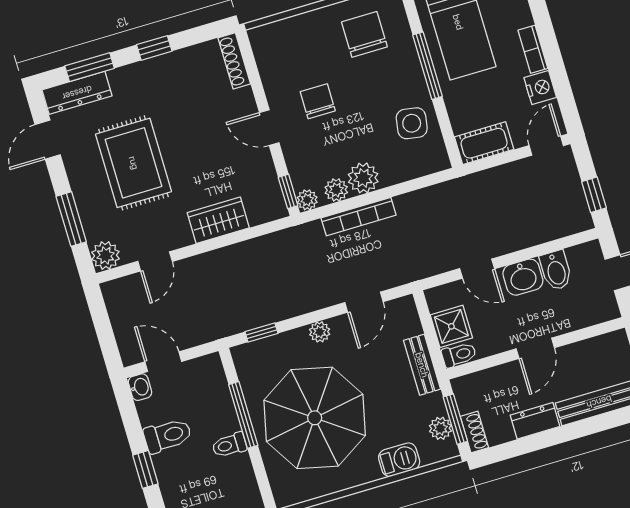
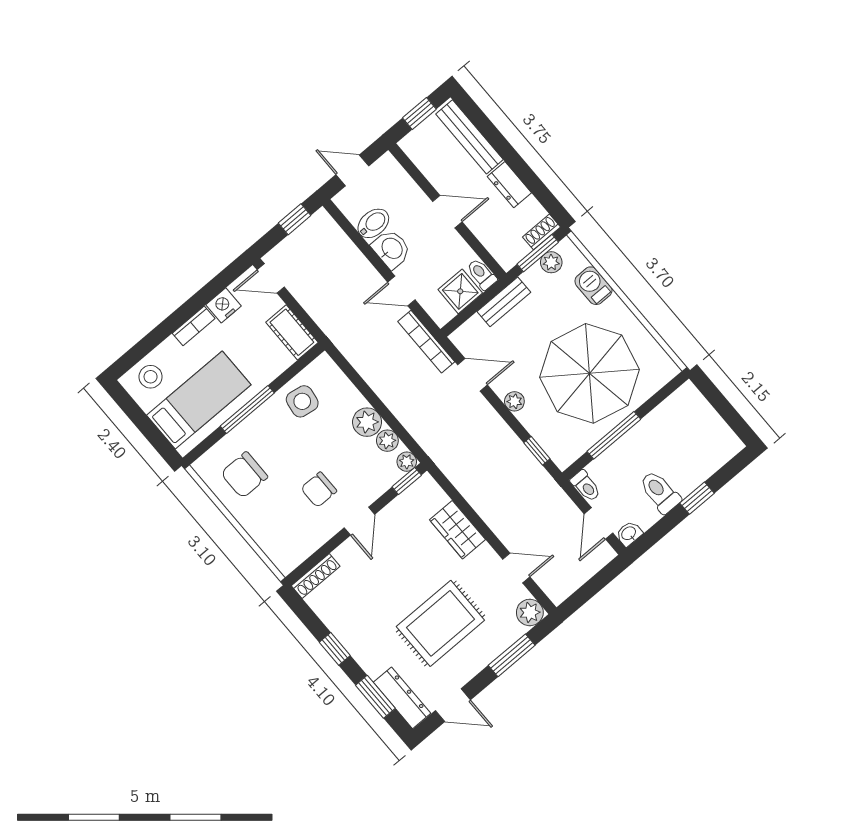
bookcase: (359, 217) -> (426, 342), moved, turned 180
door: (477, 269) -> (401, 291), swing flipped
toilet: (229, 445) -> (586, 486), moved

